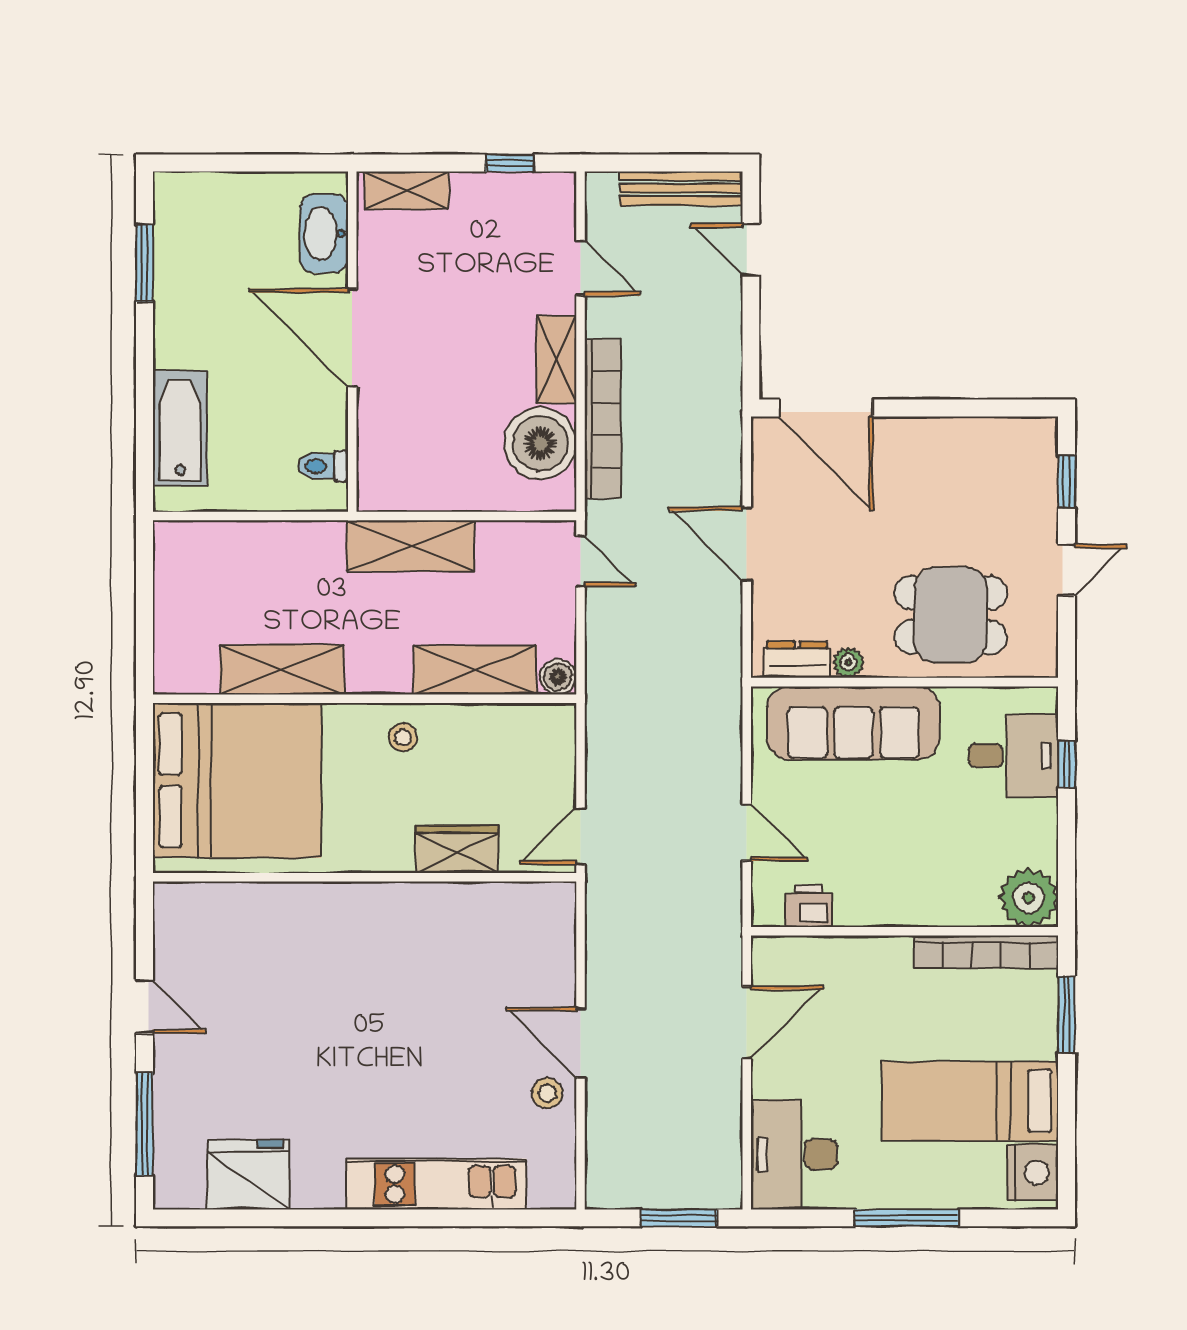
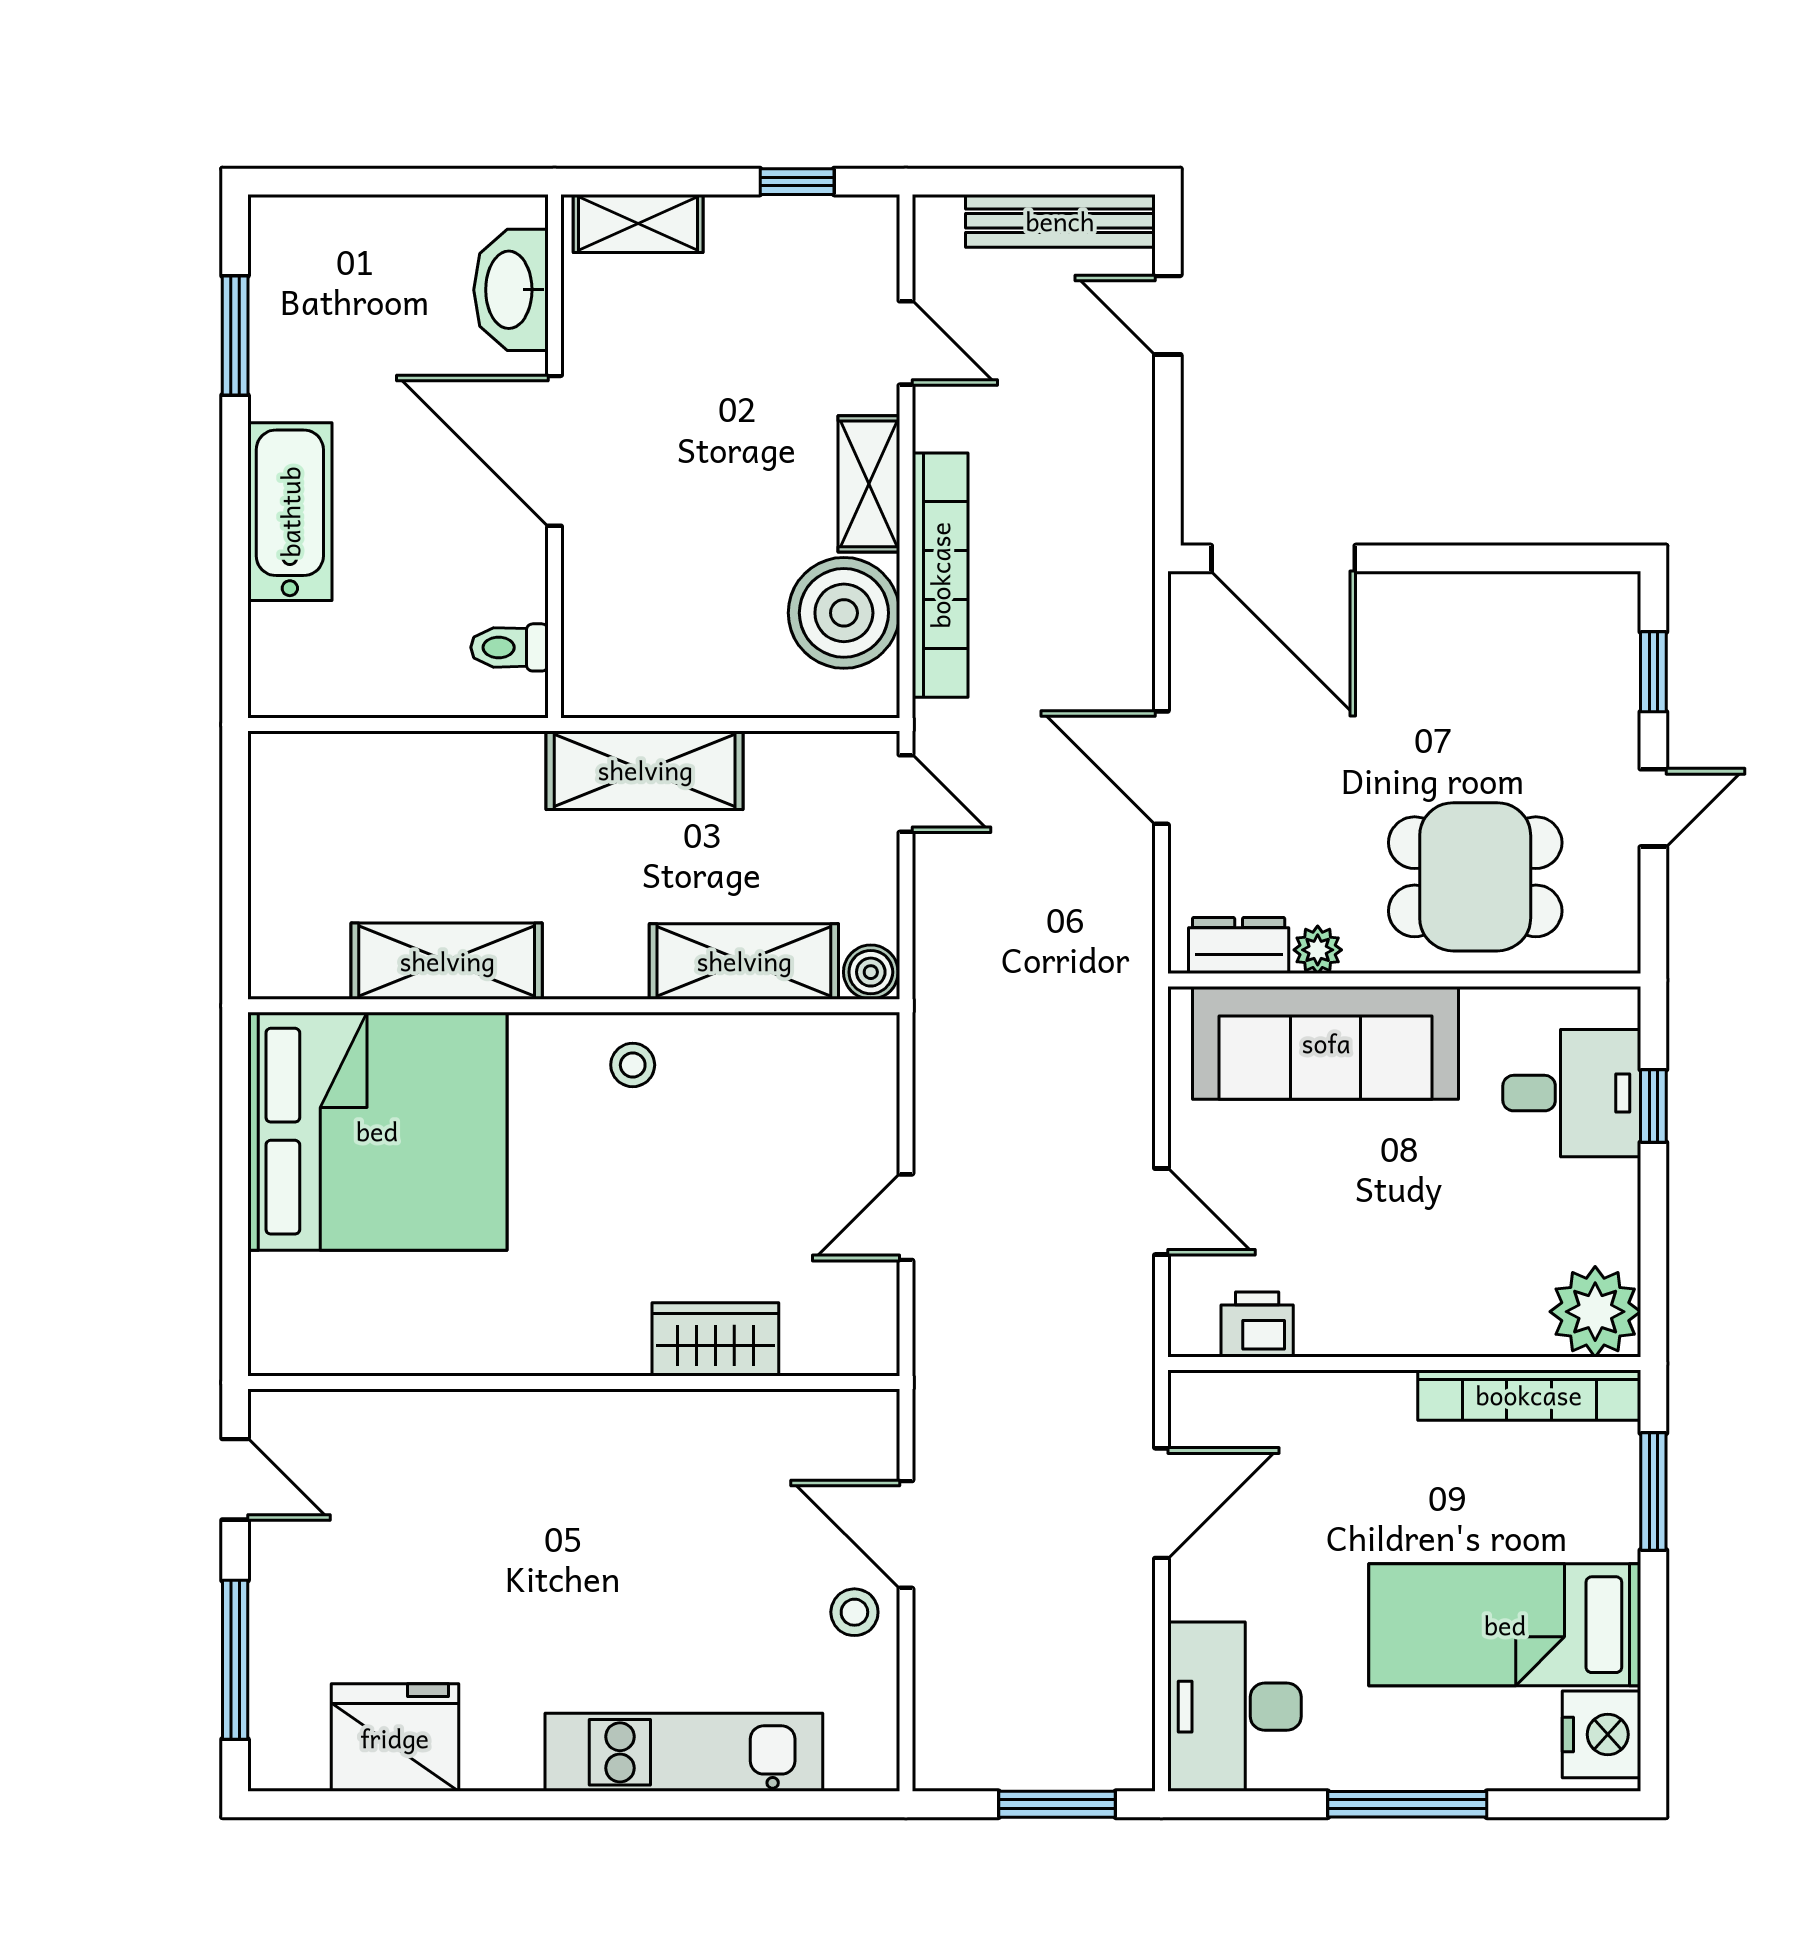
bathtub: (180, 428) -> (290, 512), moved
wardrobe: (457, 849) -> (715, 1339), moved
wall: (365, 877) -> (574, 1383), moved

